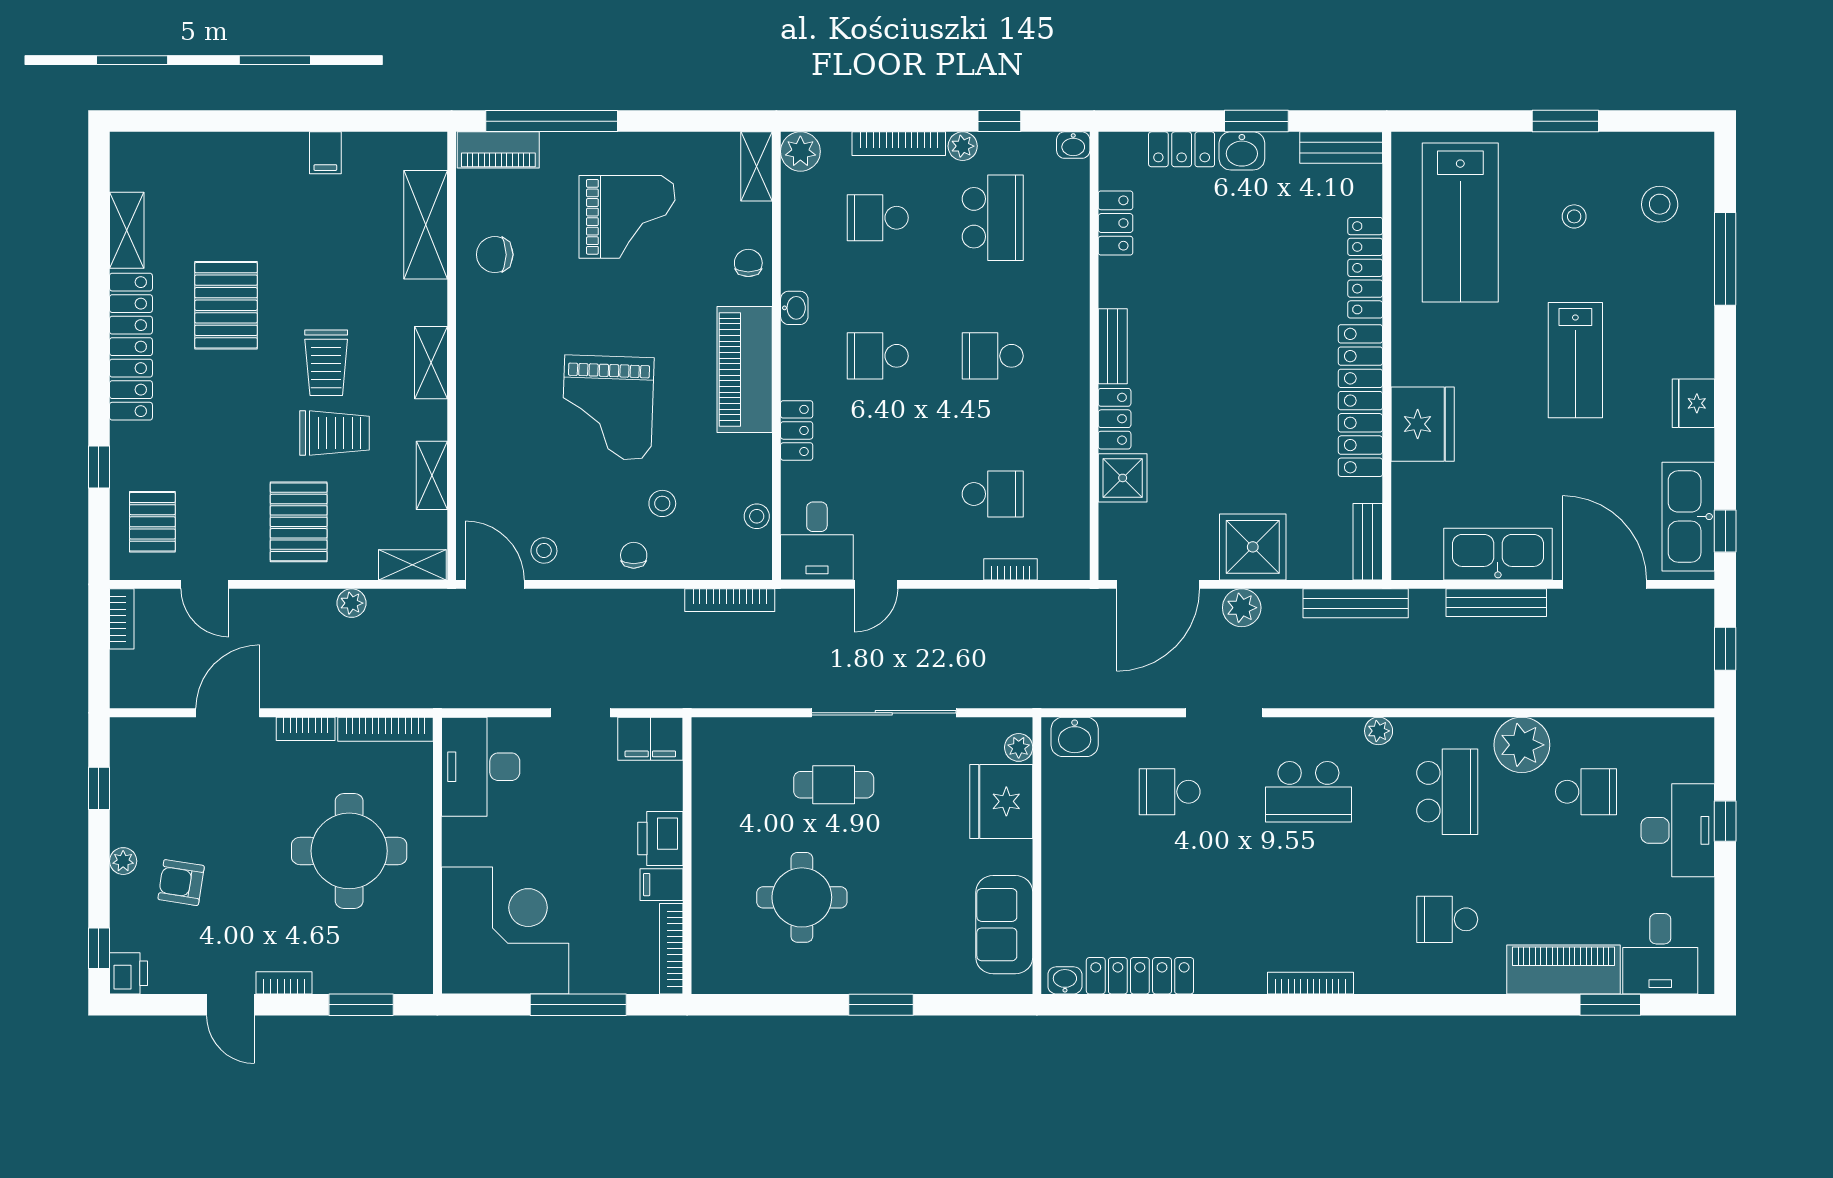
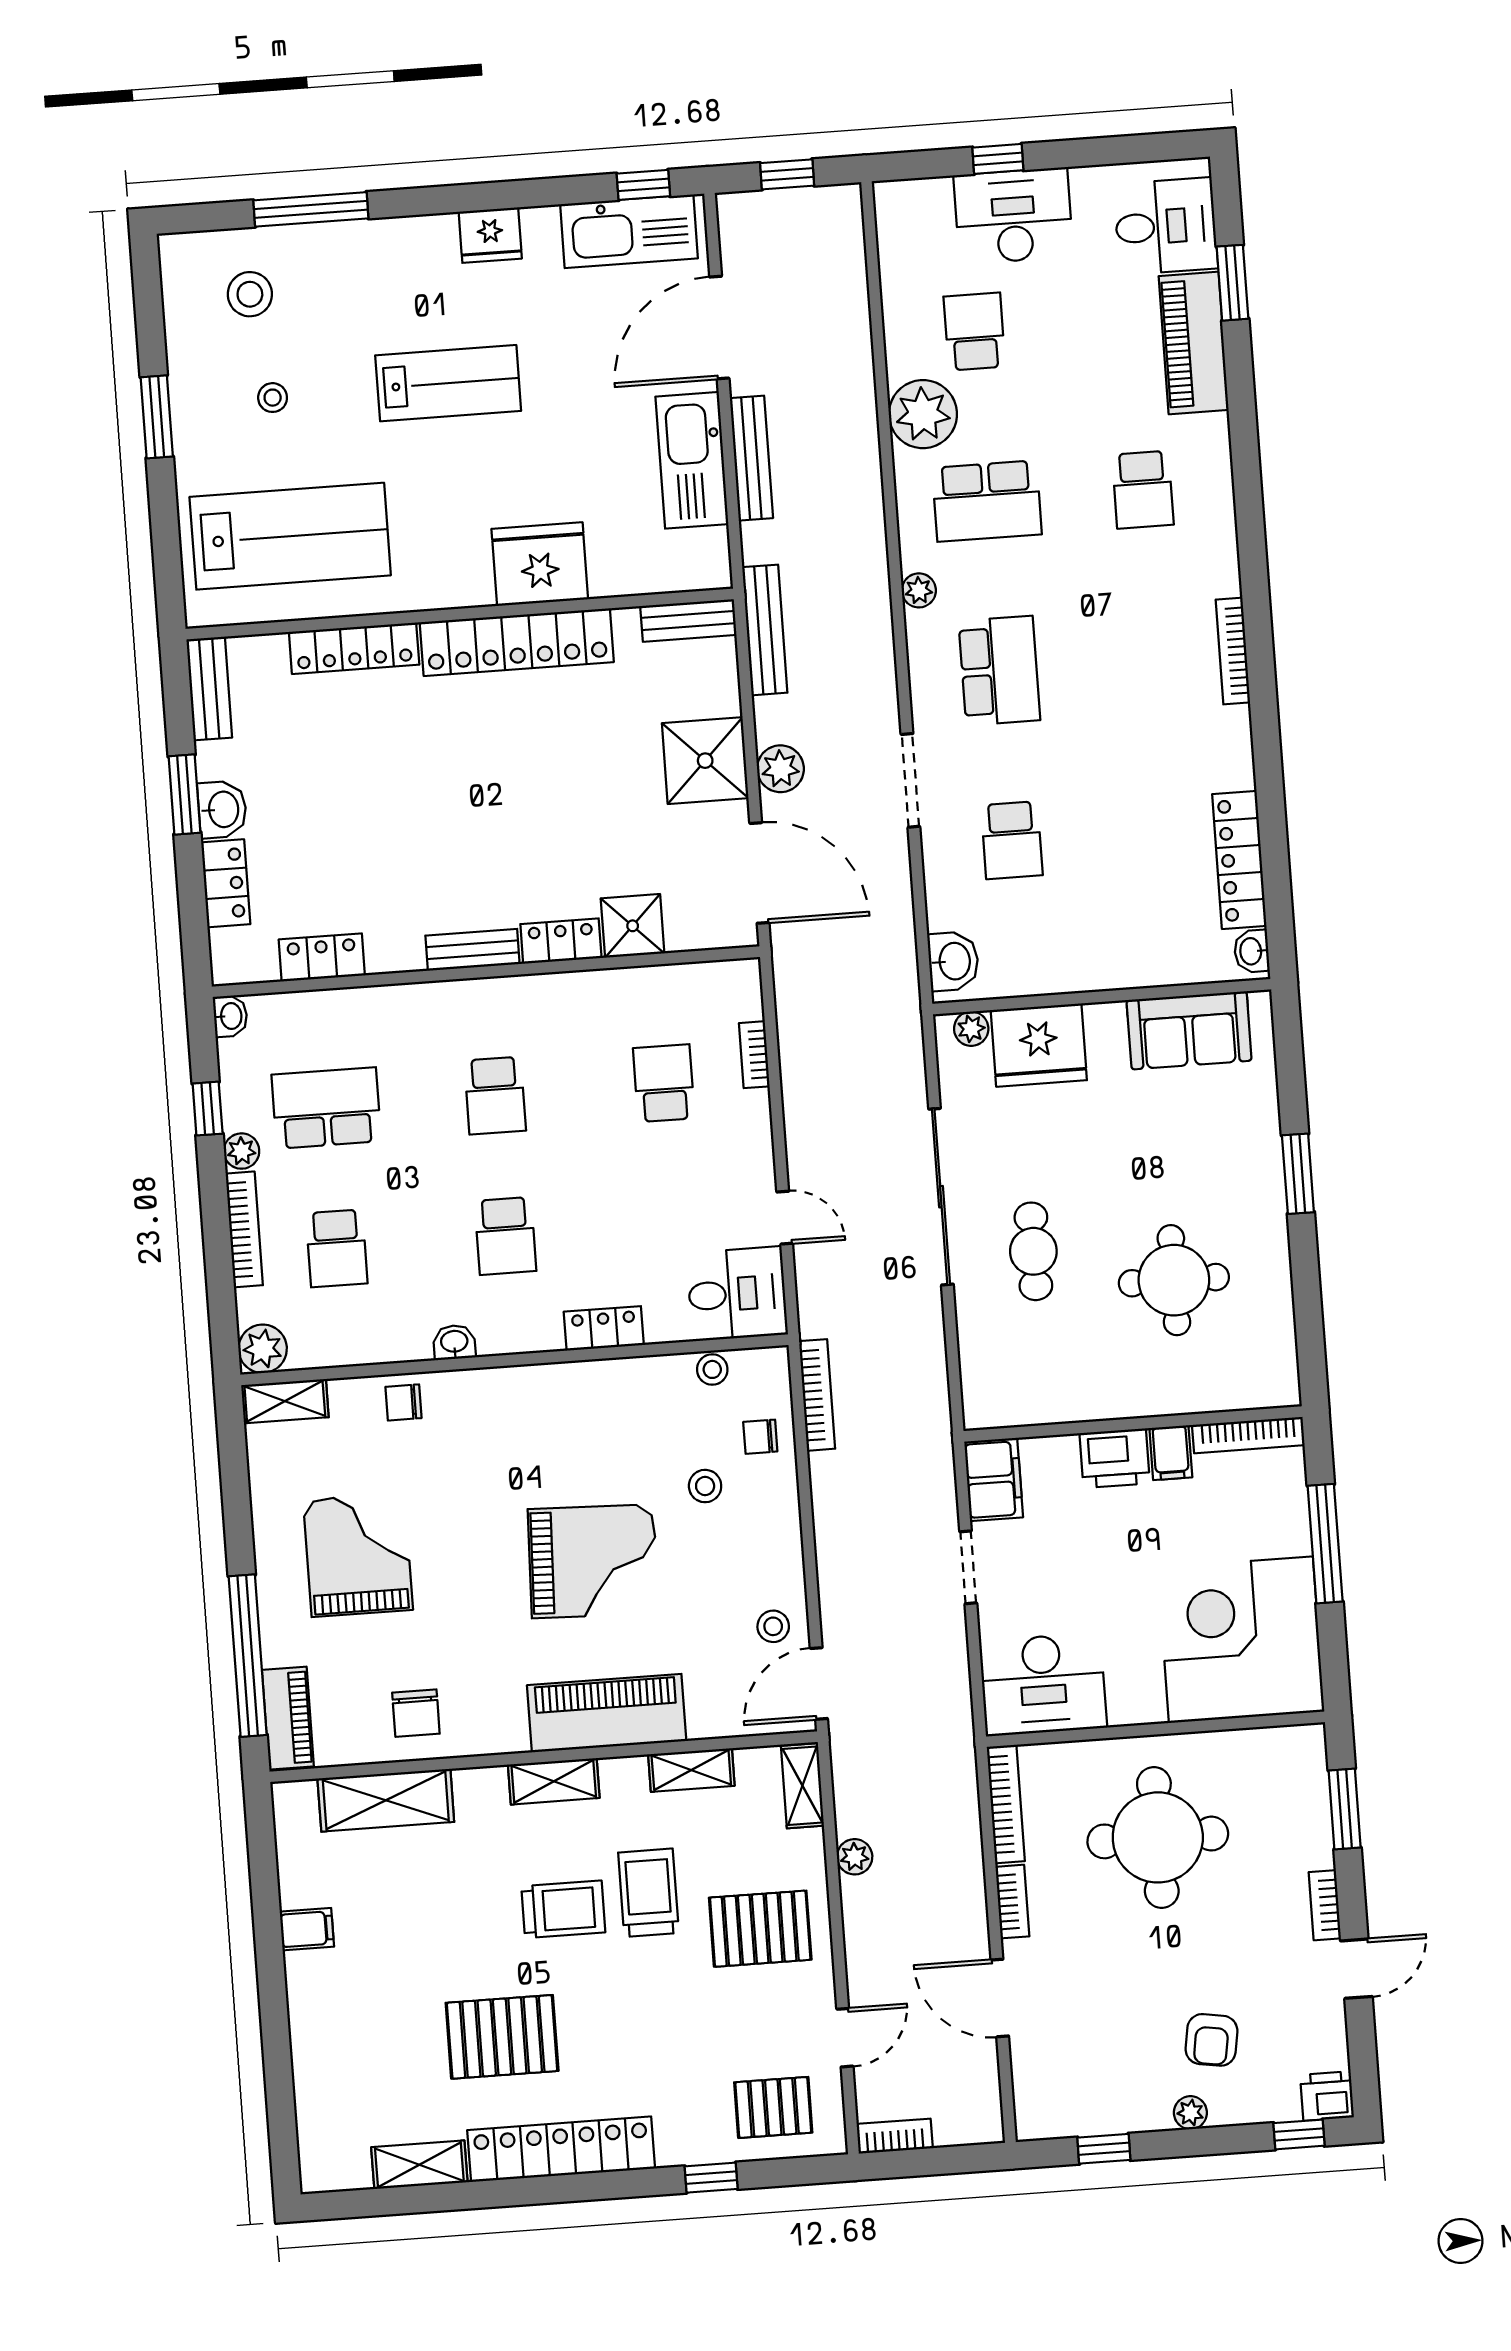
piano: (745, 369) -> (607, 1713), moved, turned 180
chair: (634, 555) -> (760, 1437), moved
school desk: (1447, 792) -> (987, 501), turned 180

